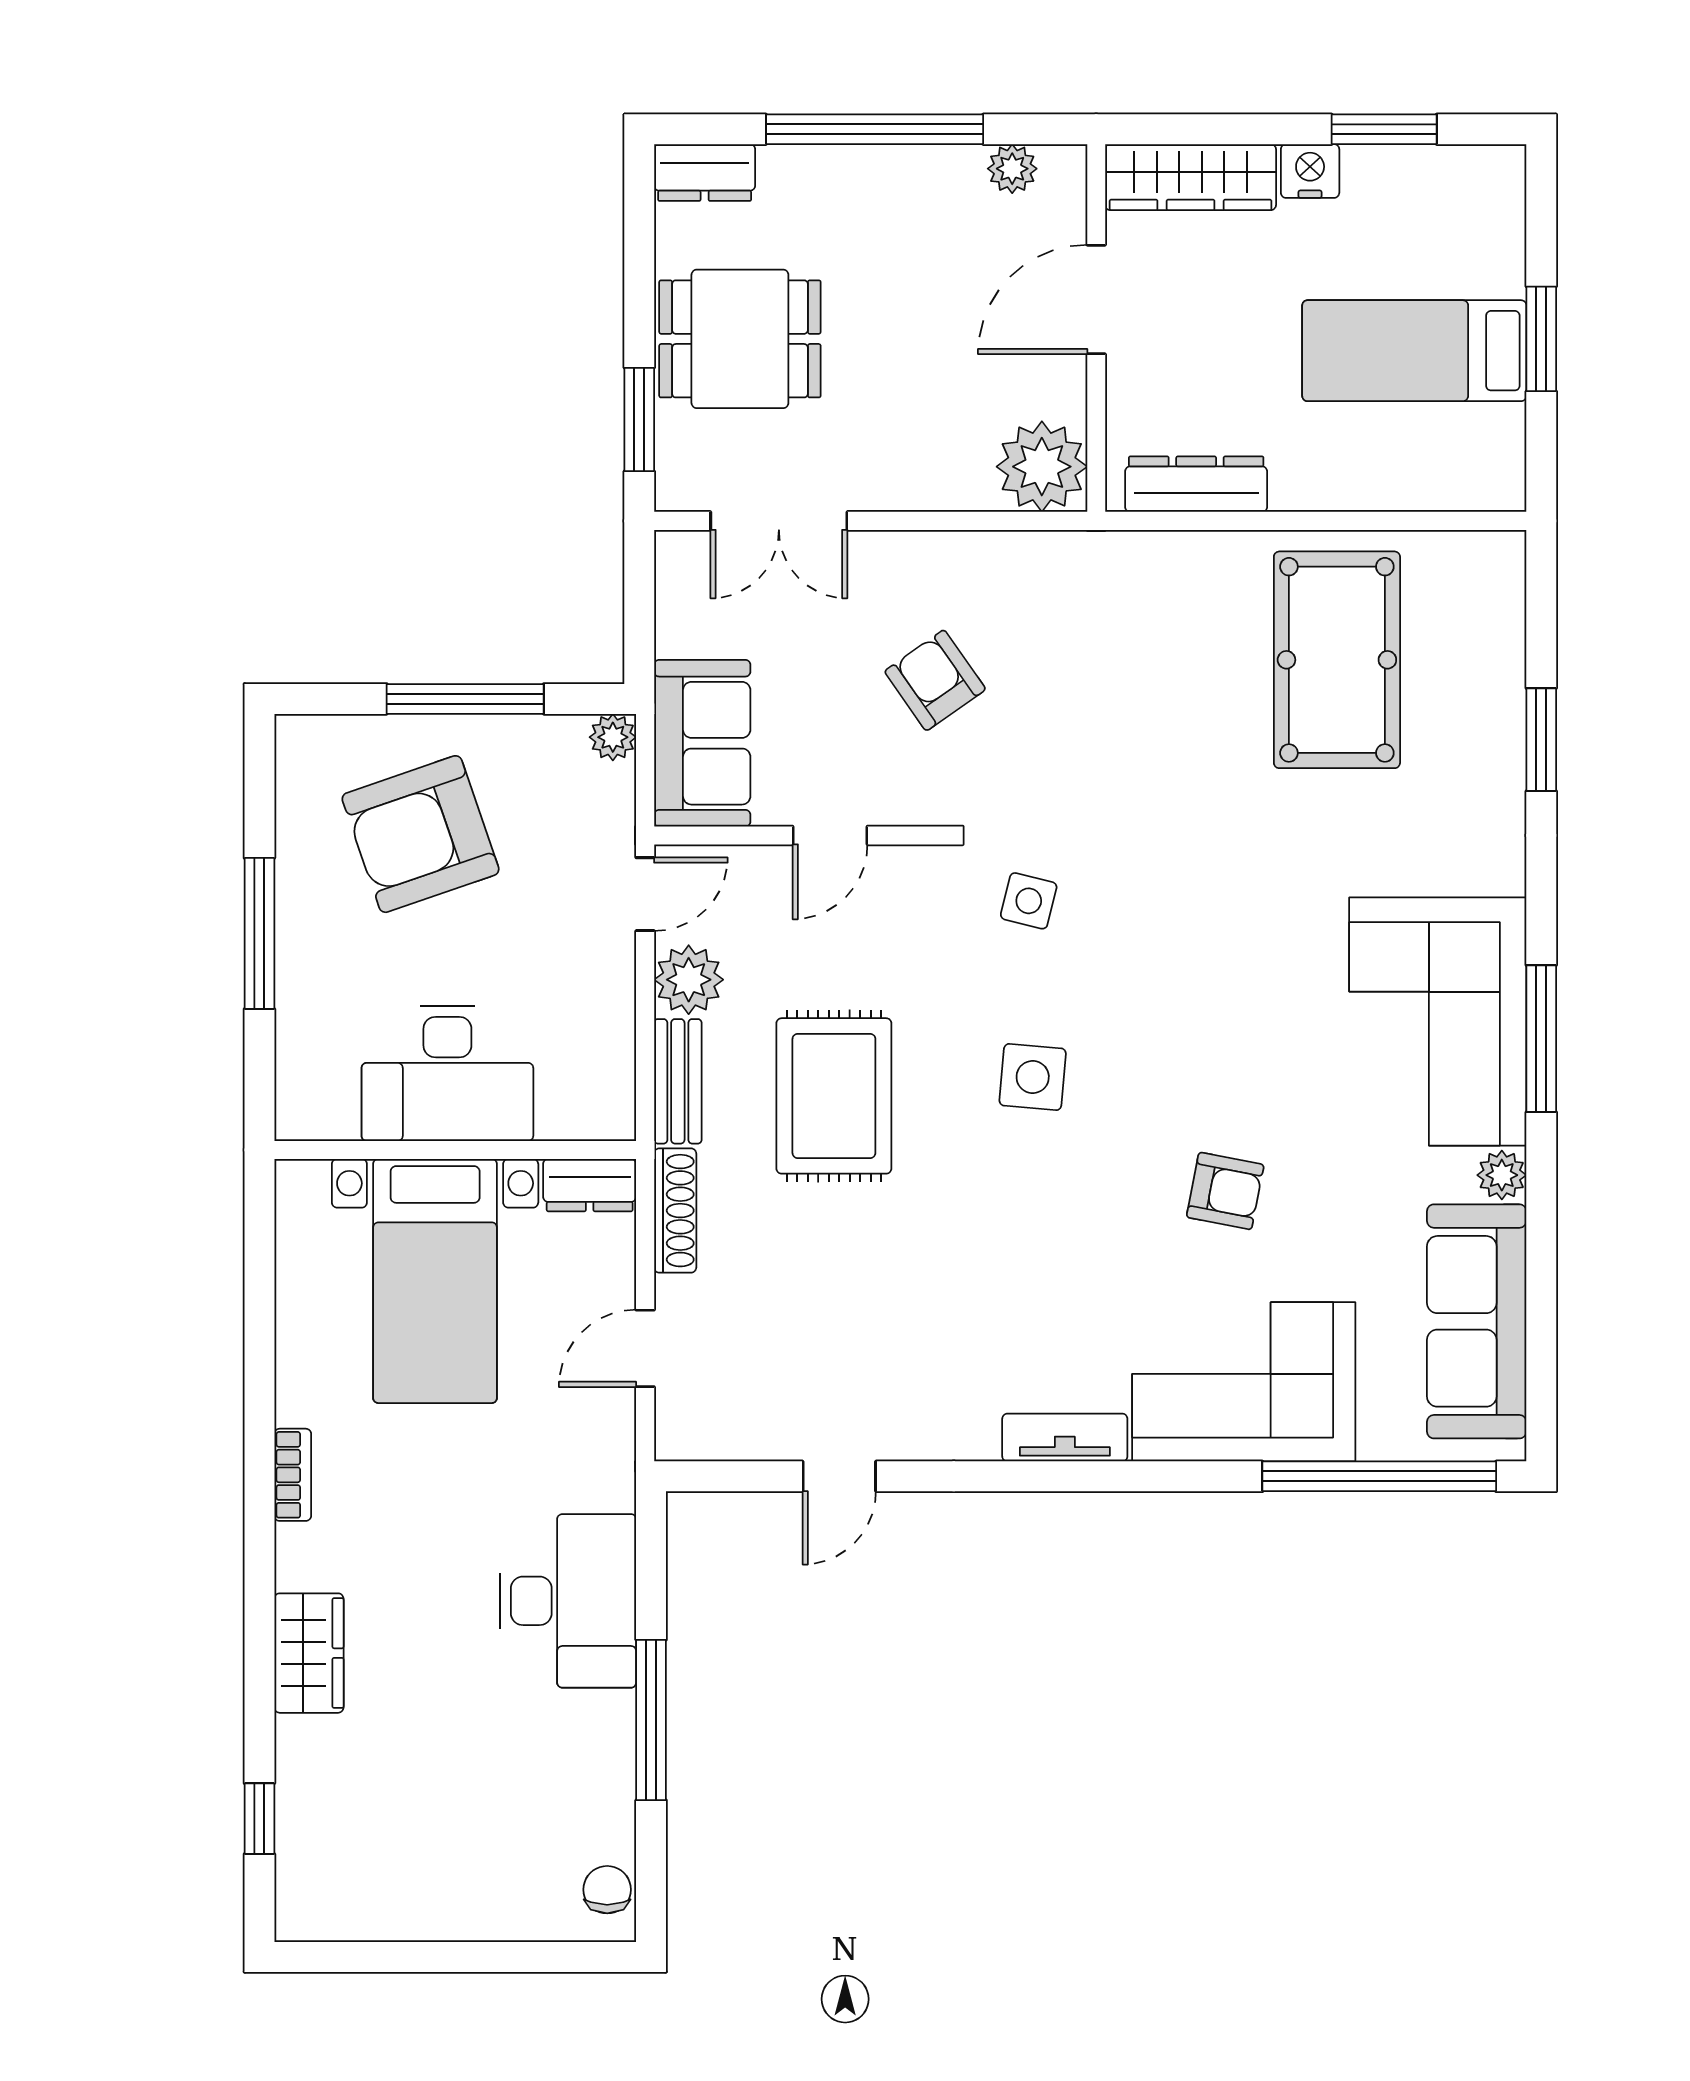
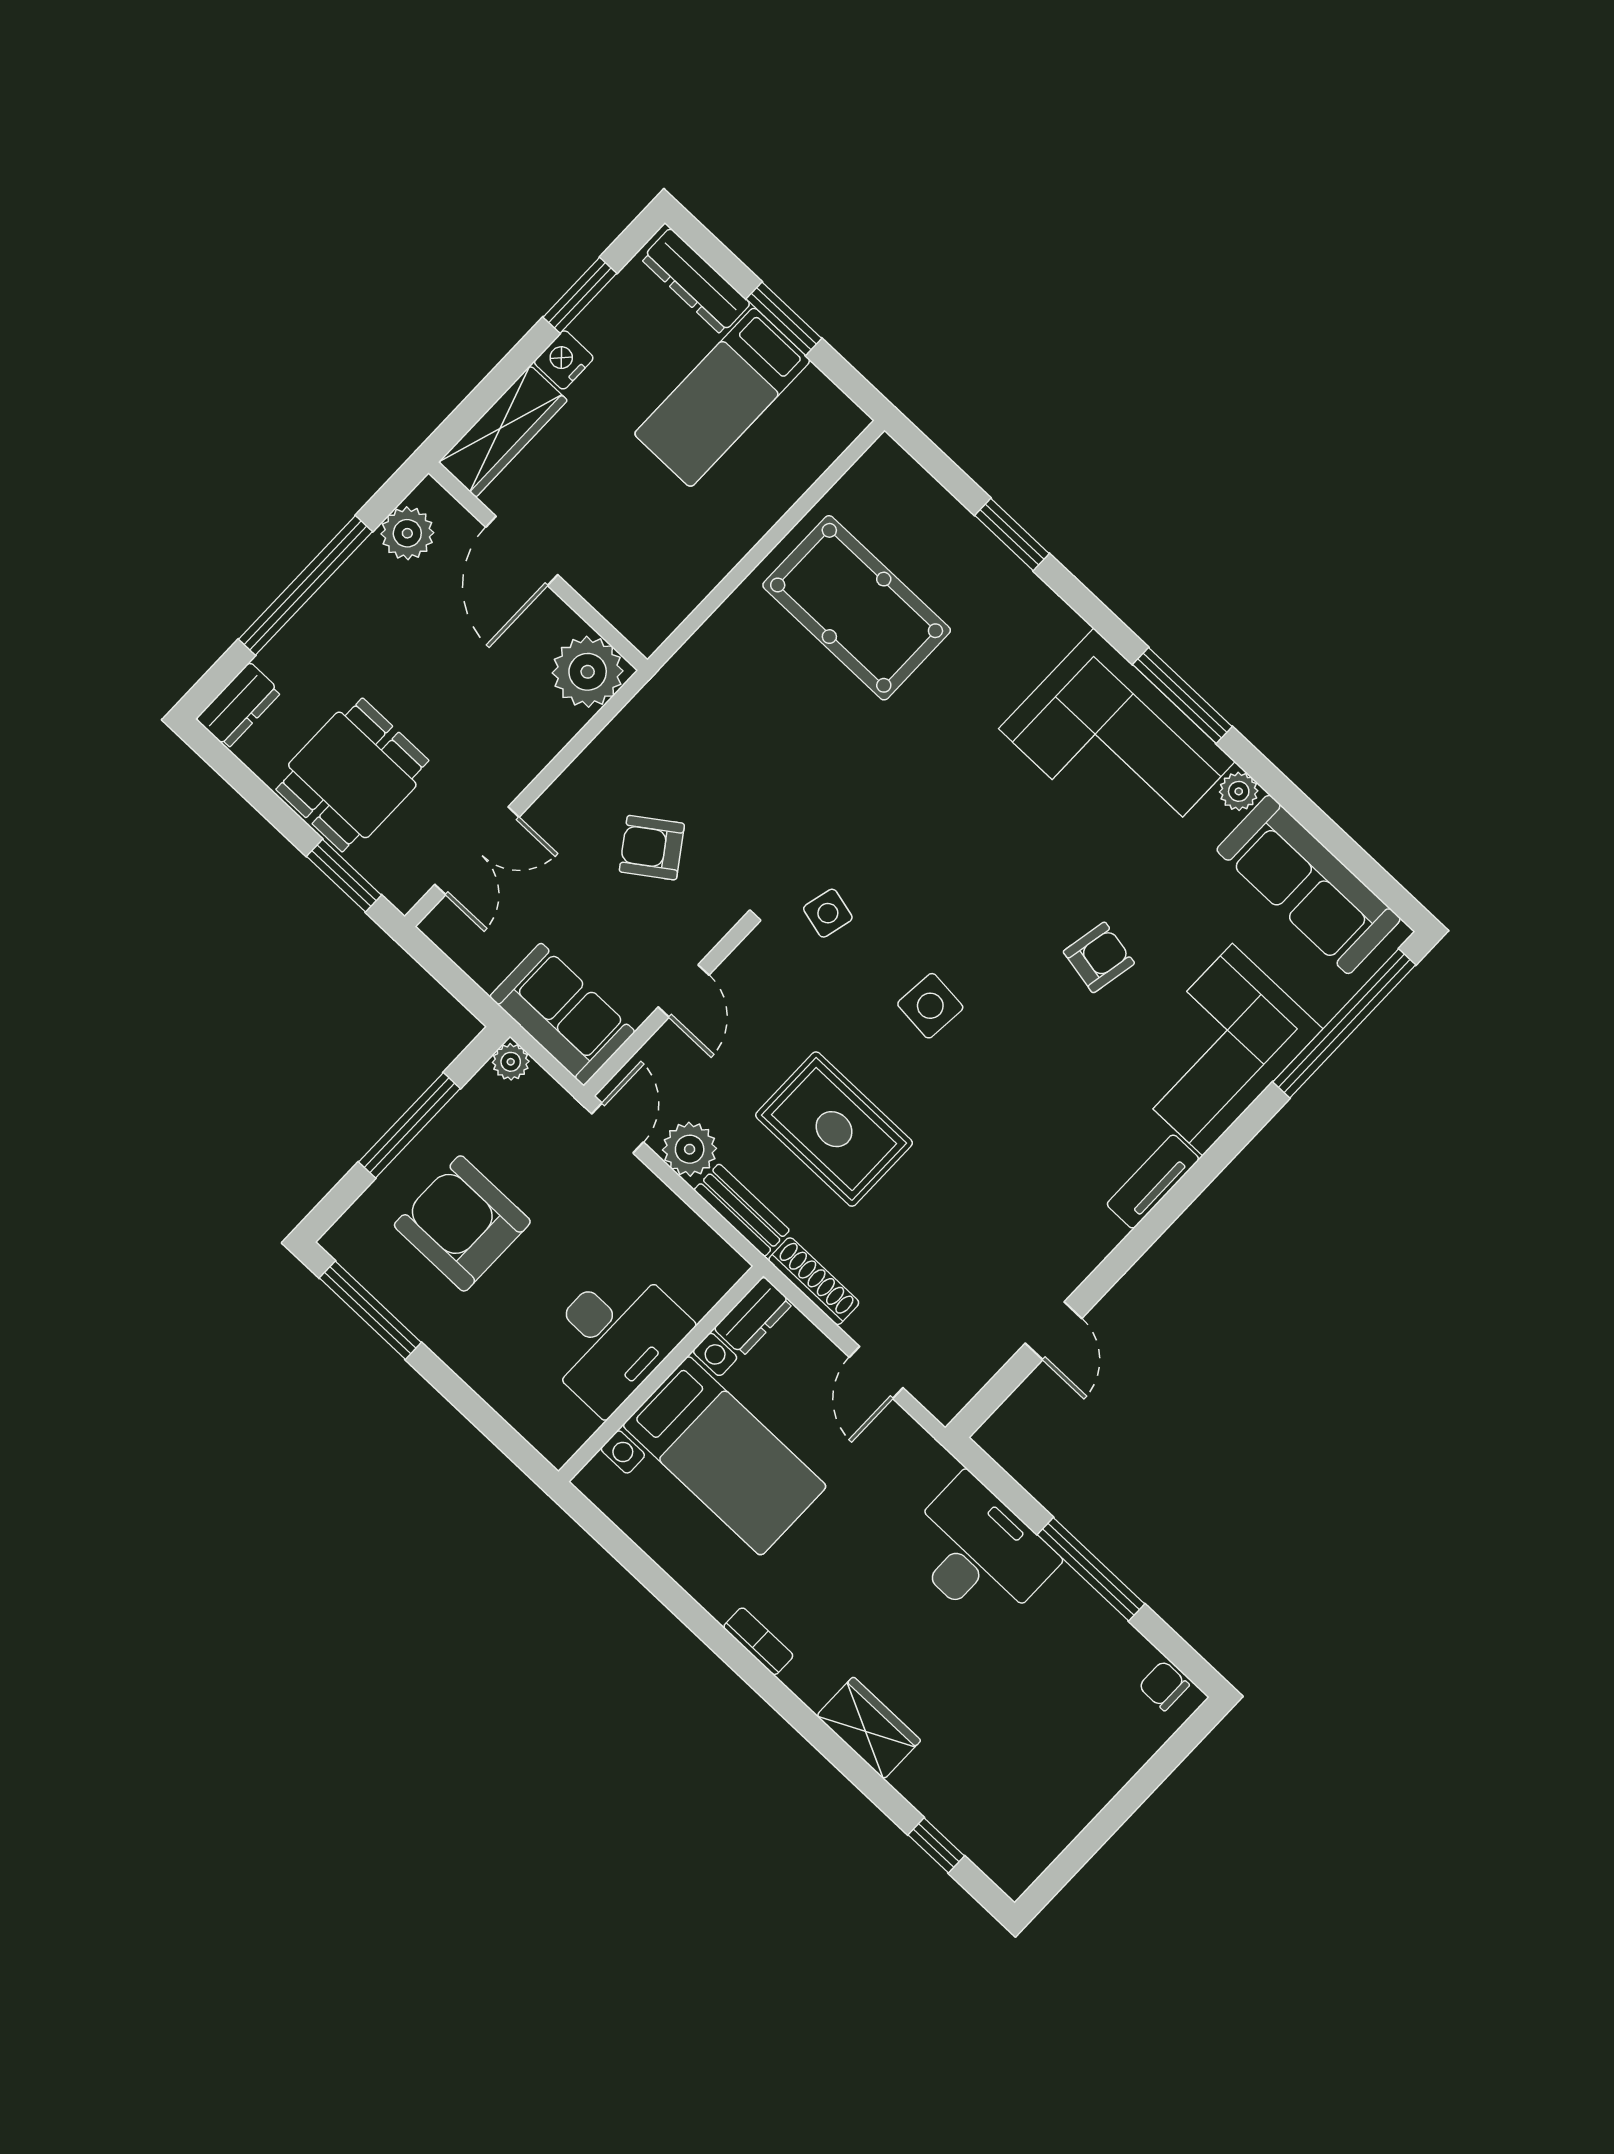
plant: (1012, 169) -> (407, 533), width x1.38, depth x1.38
dresser: (1196, 484) -> (696, 281), moved, turned -90
armchair: (421, 834) -> (462, 1223), turned 109
window: (259, 933) -> (370, 1310), moved

